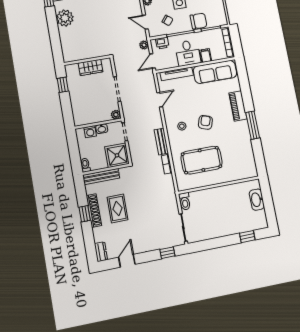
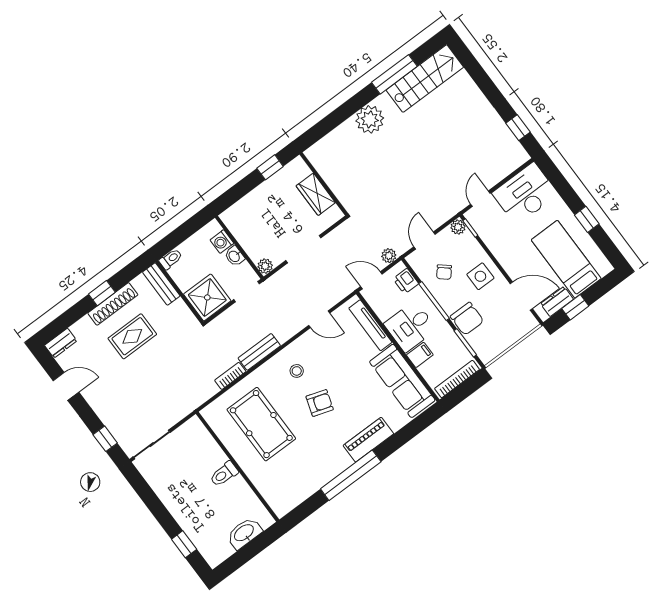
window: (253, 125) -> (351, 475), width x1.46
bench: (101, 177) -> (161, 284), width x0.73
toilet: (185, 201) -> (224, 474), moved

